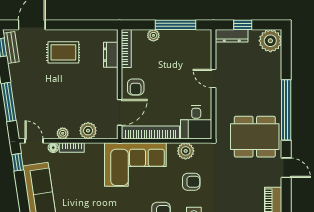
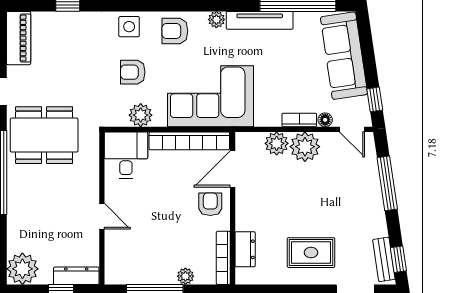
plant: (63, 133) -> (305, 147), width x1.88, depth x1.88

